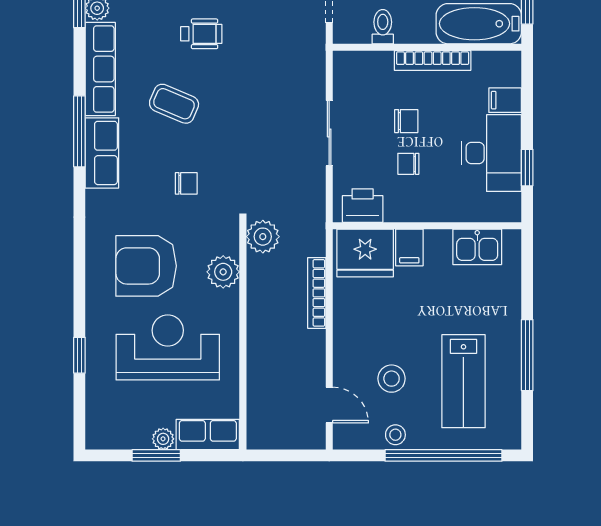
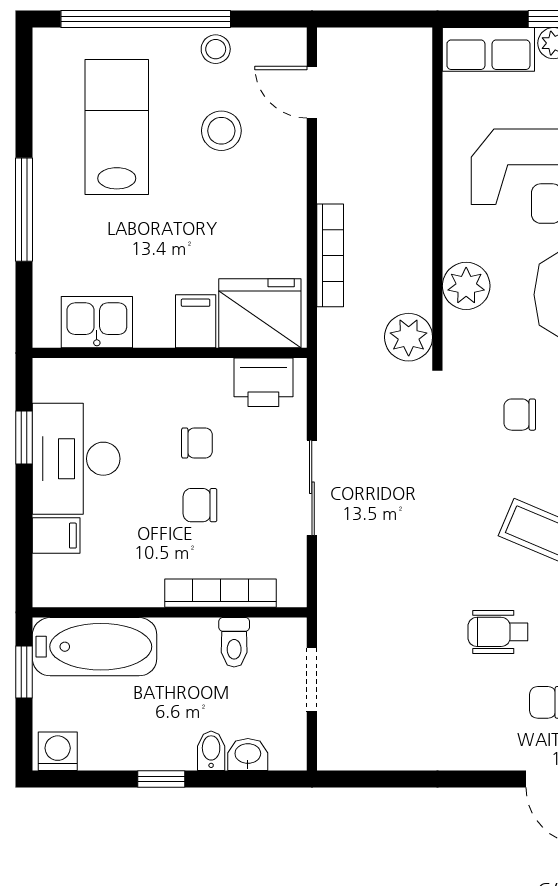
bookcase: (433, 61) -> (220, 593), moved
window: (527, 355) -> (24, 210), moved

